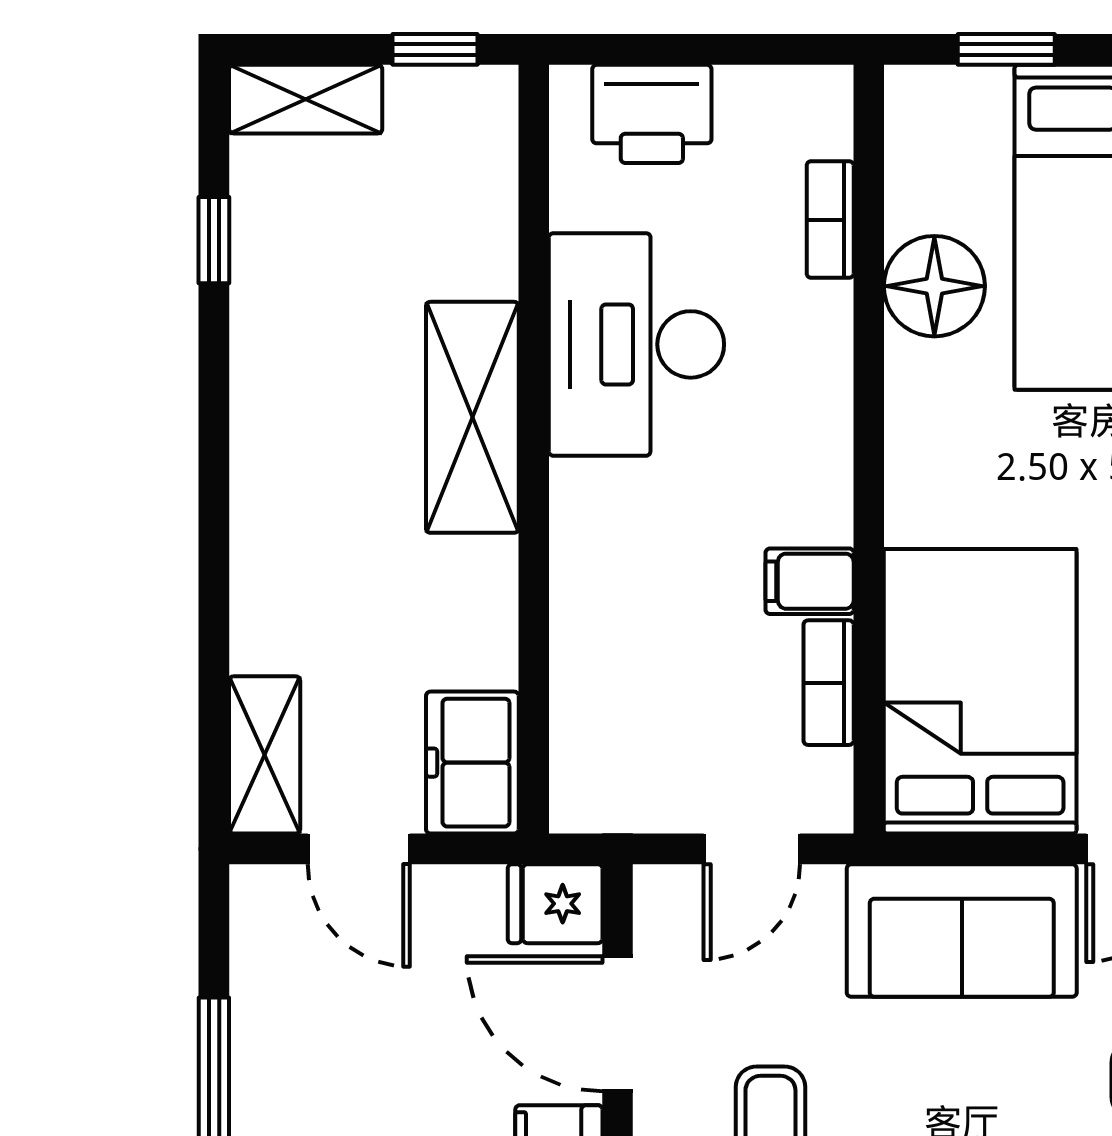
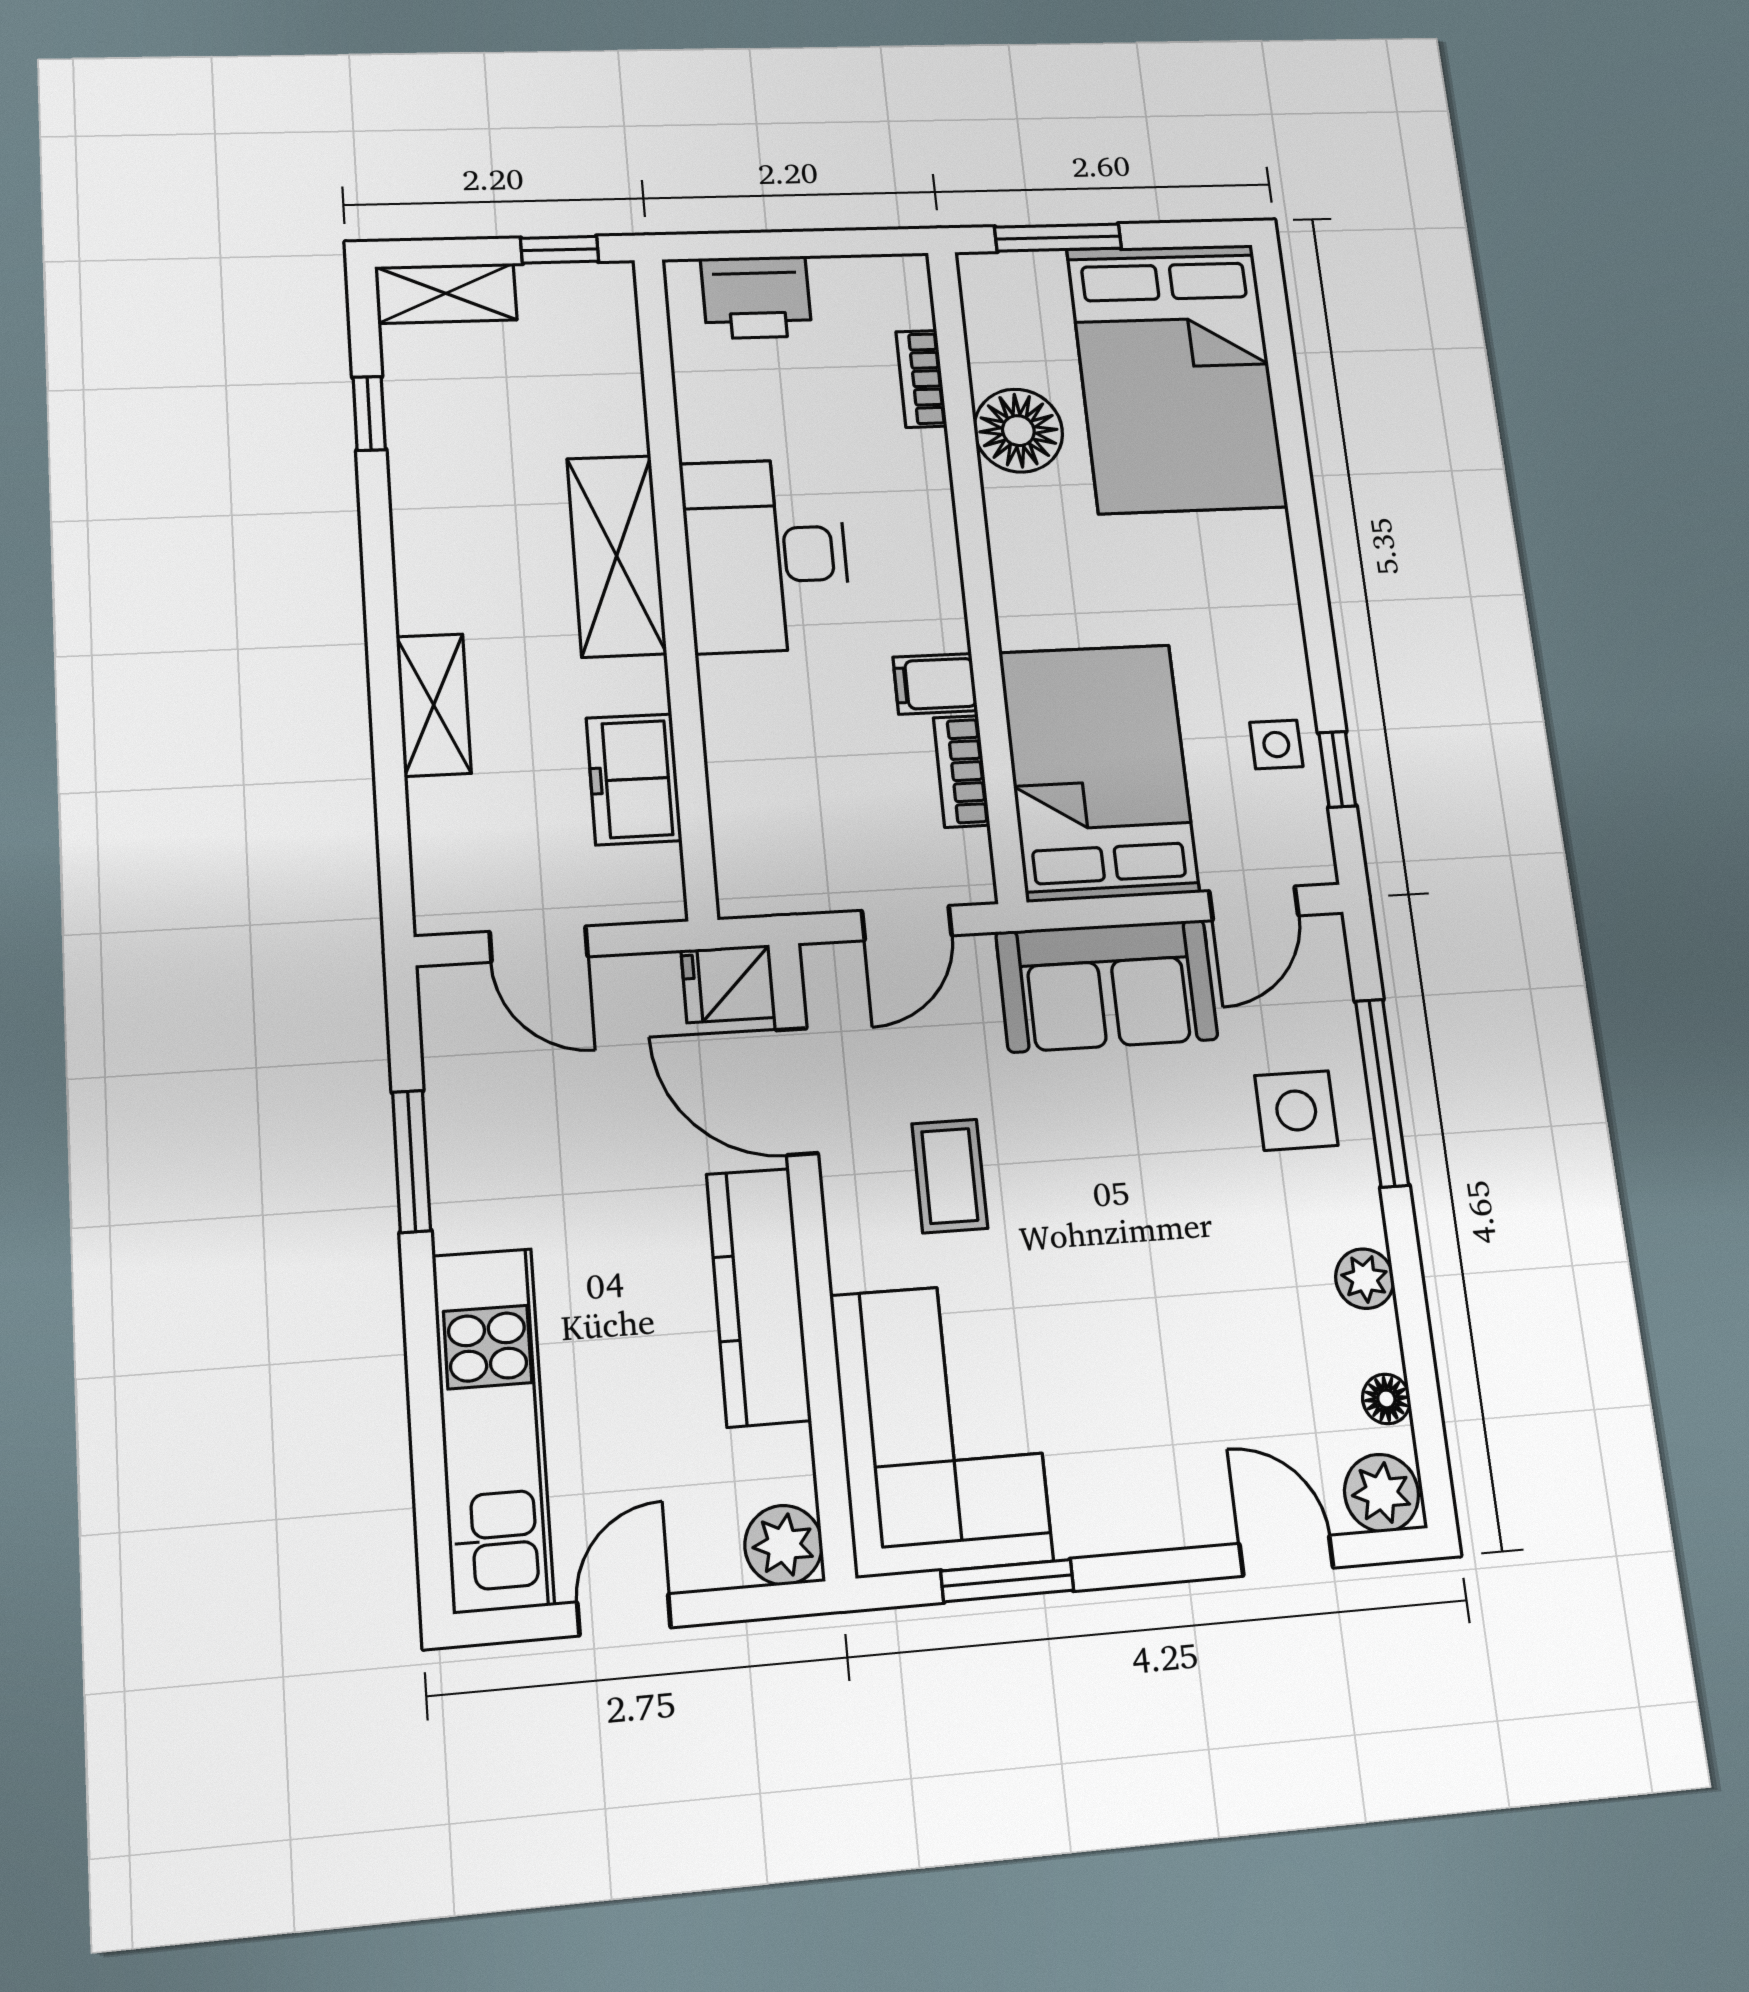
window: (1006, 49) -> (1058, 238), width x1.50
desk: (636, 344) -> (766, 555), moved
shelving: (265, 755) -> (434, 705), moved
freezer: (472, 763) -> (634, 779), moved

